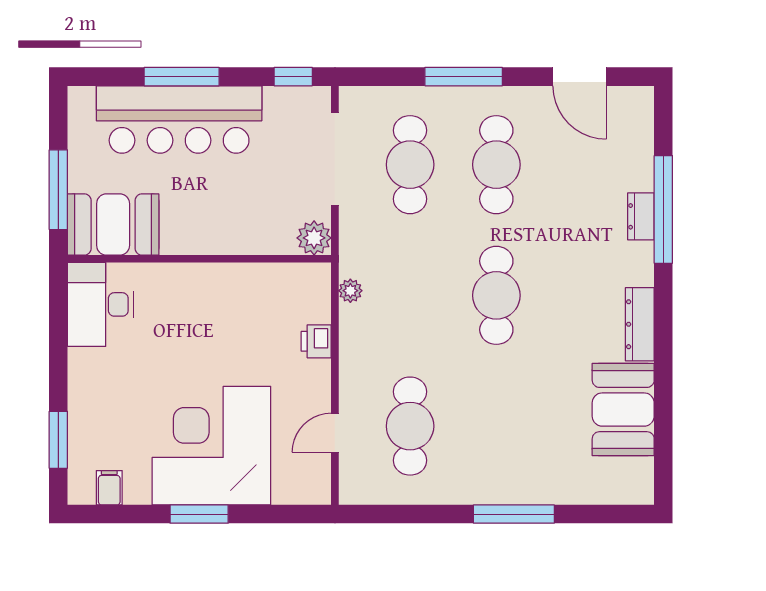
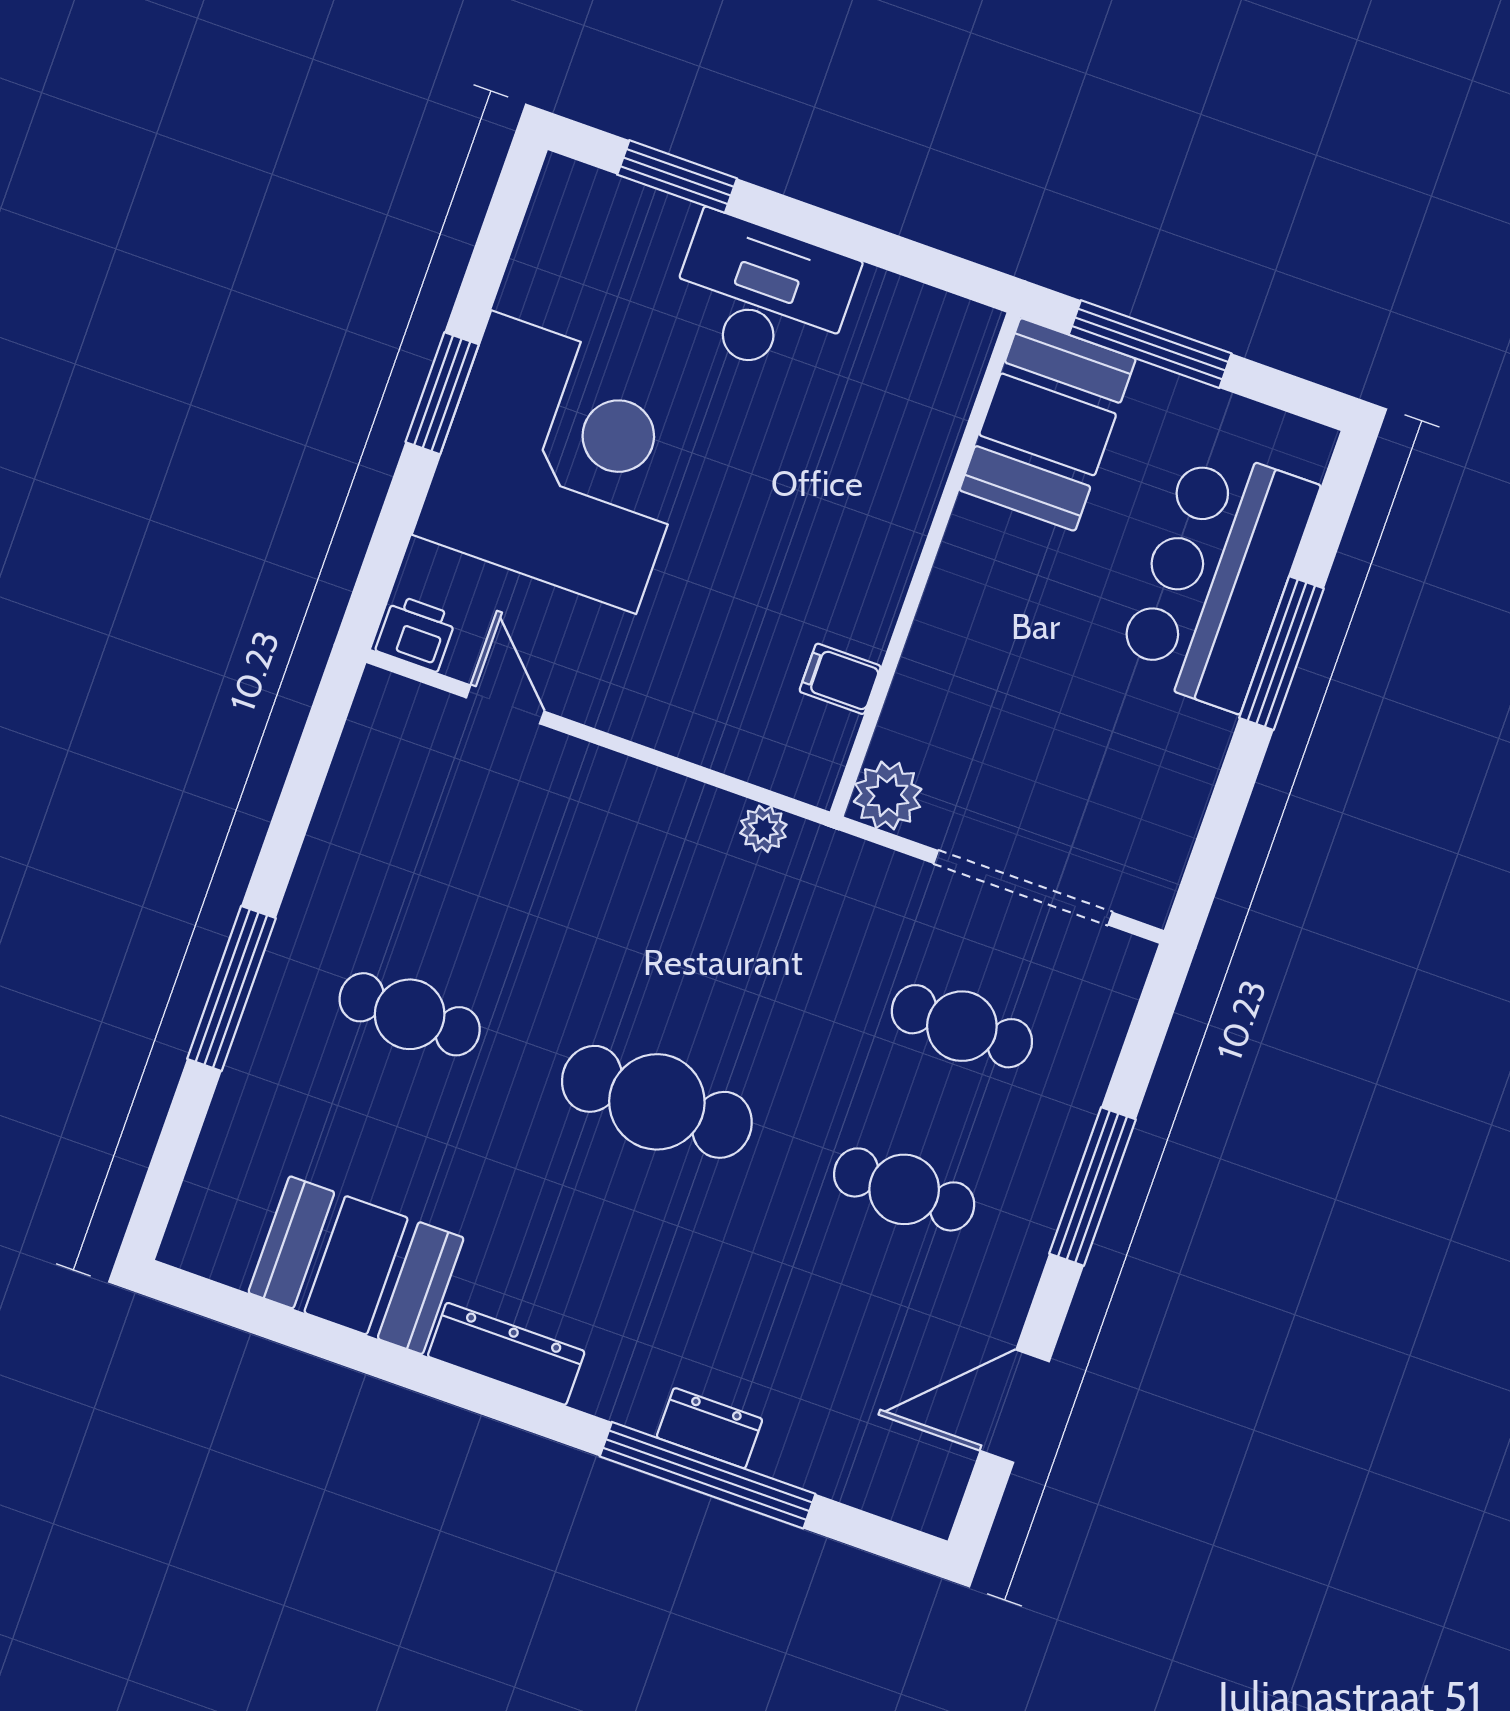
window: (293, 77) -> (1207, 864), removed
bar counter: (179, 119) -> (1217, 578), width x0.73
cafe table: (410, 165) -> (962, 1026), width x0.73, depth x0.74
cafe table: (496, 165) -> (904, 1189), width x0.73, depth x0.74
desk: (100, 304) -> (762, 296), moved
printer: (316, 341) -> (416, 633), moved
cafe table: (410, 426) -> (410, 1014), moved, width x0.73, depth x0.74
filing cabinet: (109, 488) -> (840, 679), moved, turned 180

